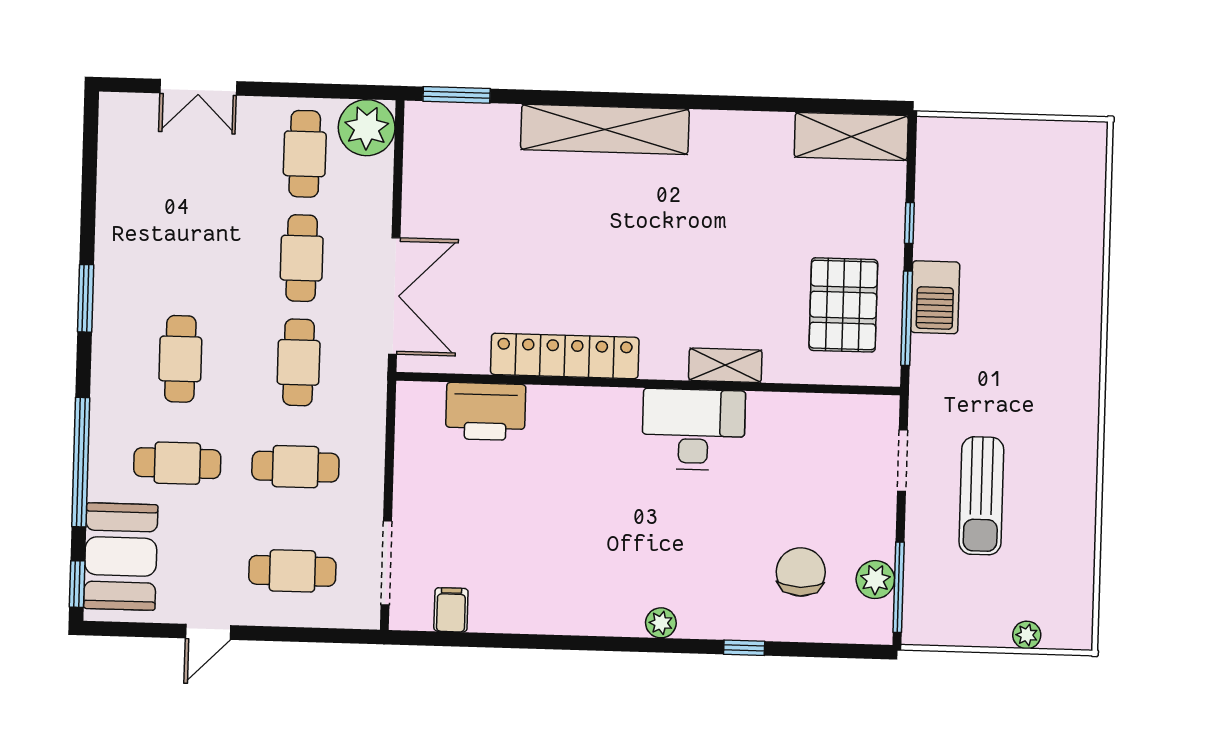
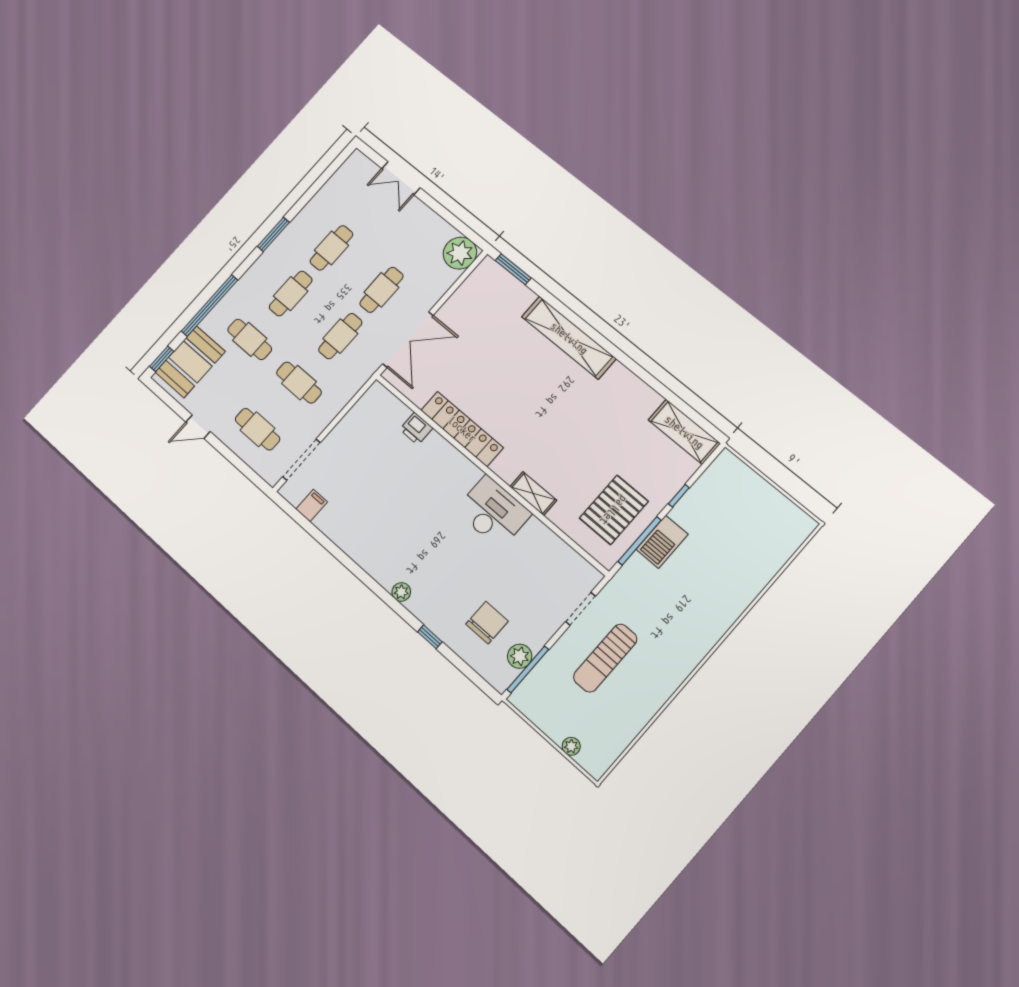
cafe table: (305, 154) -> (331, 248), moved
printer: (486, 411) -> (416, 429), width x0.53, depth x0.68

